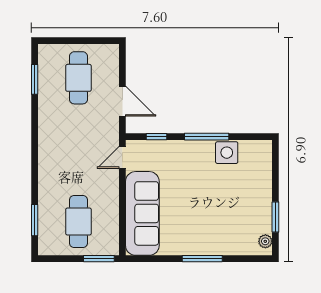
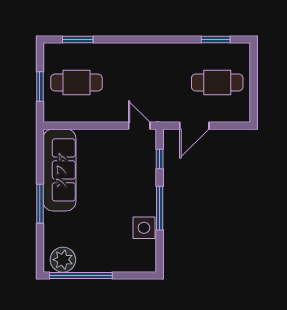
sofa: (142, 213) -> (60, 170), moved, turned -90
window: (275, 217) -> (81, 275), width x2.11
plant: (265, 241) -> (63, 260), width x1.87, depth x1.87
window: (99, 259) -> (40, 86), moved

